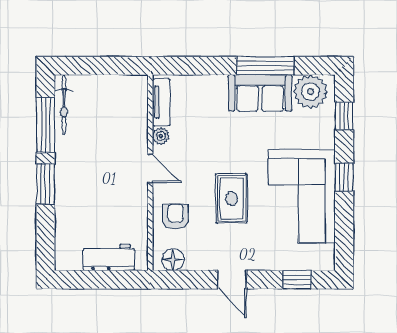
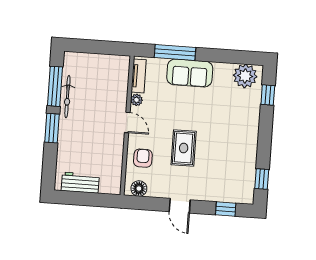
window: (265, 66) -> (175, 52), moved
sofa: (260, 93) -> (190, 73), moved
bicycle: (64, 105) -> (67, 97), moved
window: (344, 177) -> (262, 179), moved
corner sofa: (302, 196) -> (234, 150), removed
workbench: (109, 257) -> (80, 183), moved

